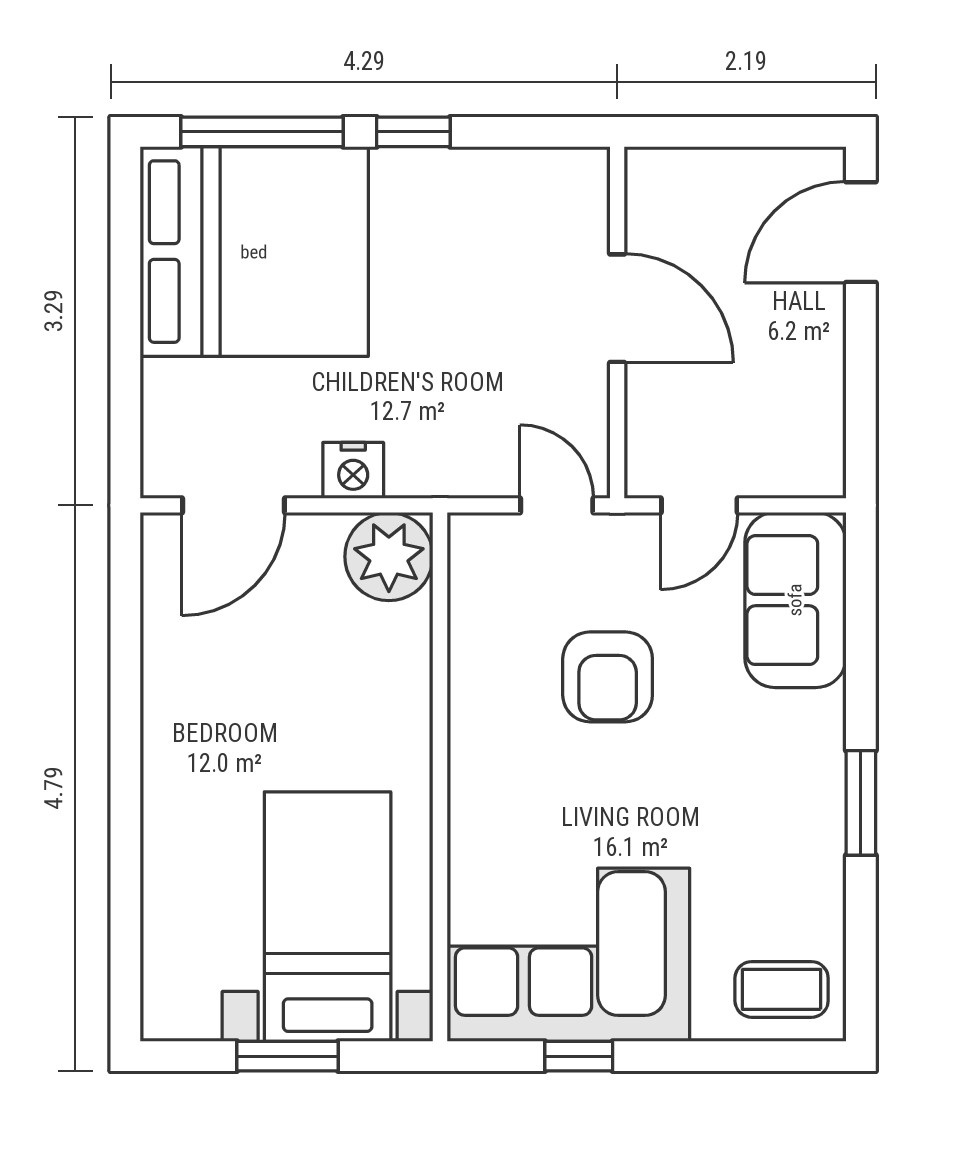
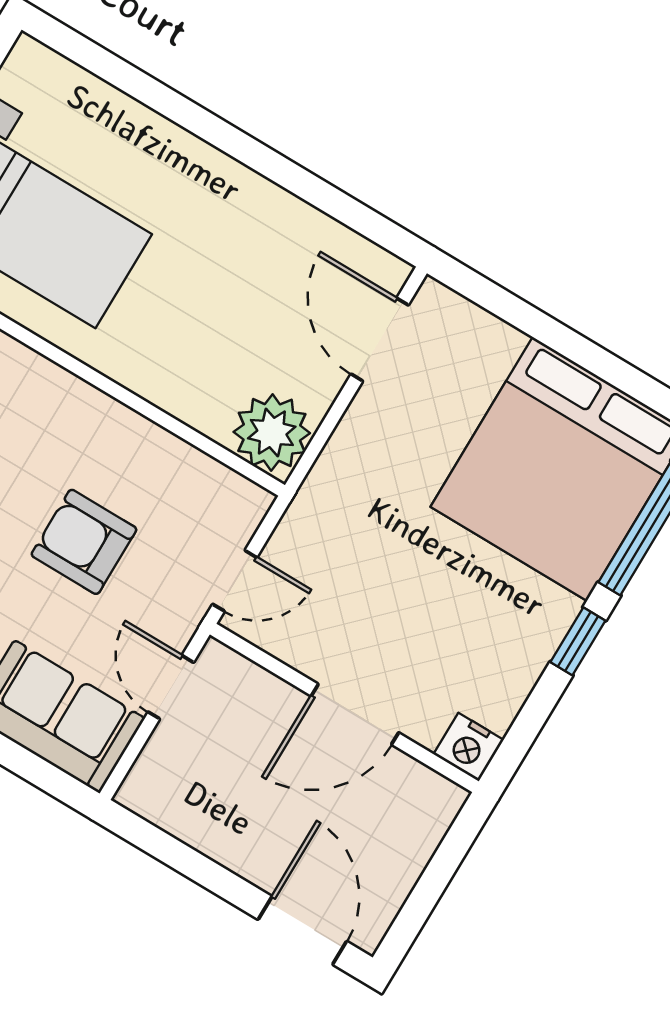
nightstand: (353, 470) -> (469, 747), moved, turned -90

